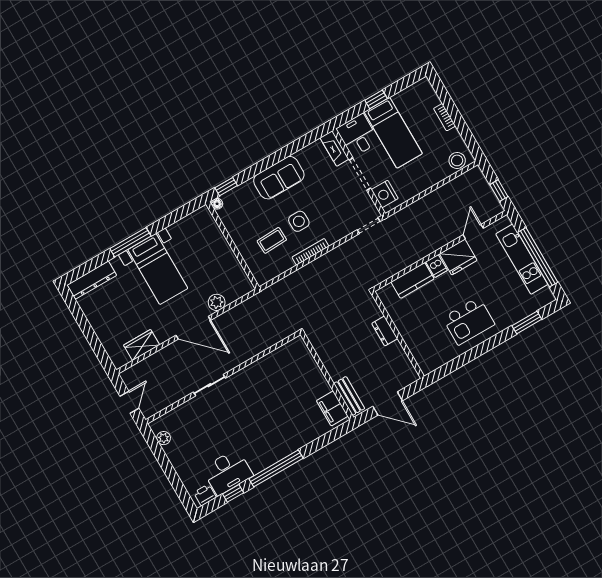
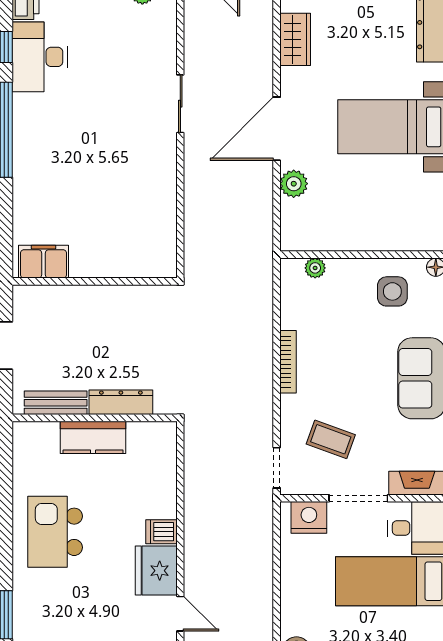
side table: (299, 221) -> (392, 291), moved
coffee table: (272, 240) -> (331, 439), moved, turned -68
plant: (254, 266) -> (315, 268), added
kitchen counter: (412, 280) -> (93, 437), moved, turned -90
dresser: (385, 331) -> (121, 402), width x1.44
bench: (349, 396) -> (56, 403), moved

